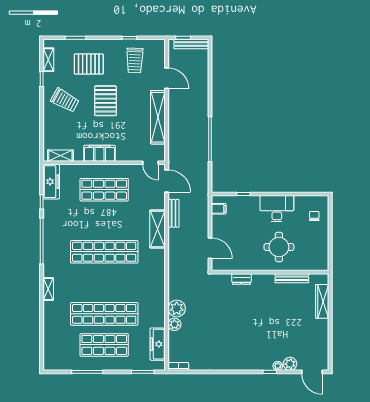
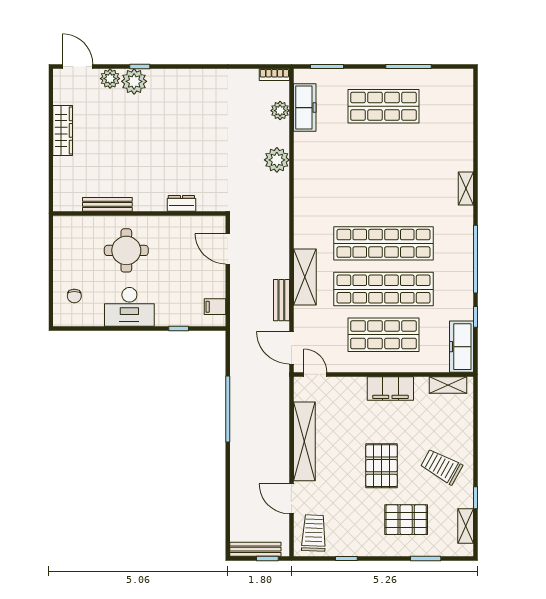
trolley: (135, 60) -> (314, 533), moved
wardrobe: (322, 301) -> (63, 130), moved
shop shelf: (104, 314) -> (383, 289), moved
plant: (174, 324) -> (280, 111), moved
plant: (278, 366) -> (134, 81), width x1.88, depth x1.88

